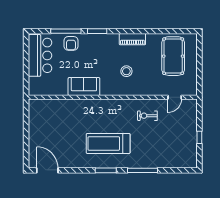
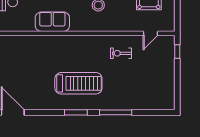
window: (199, 137) -> (177, 51), moved
treadmill: (108, 143) -> (78, 83), turned 180

